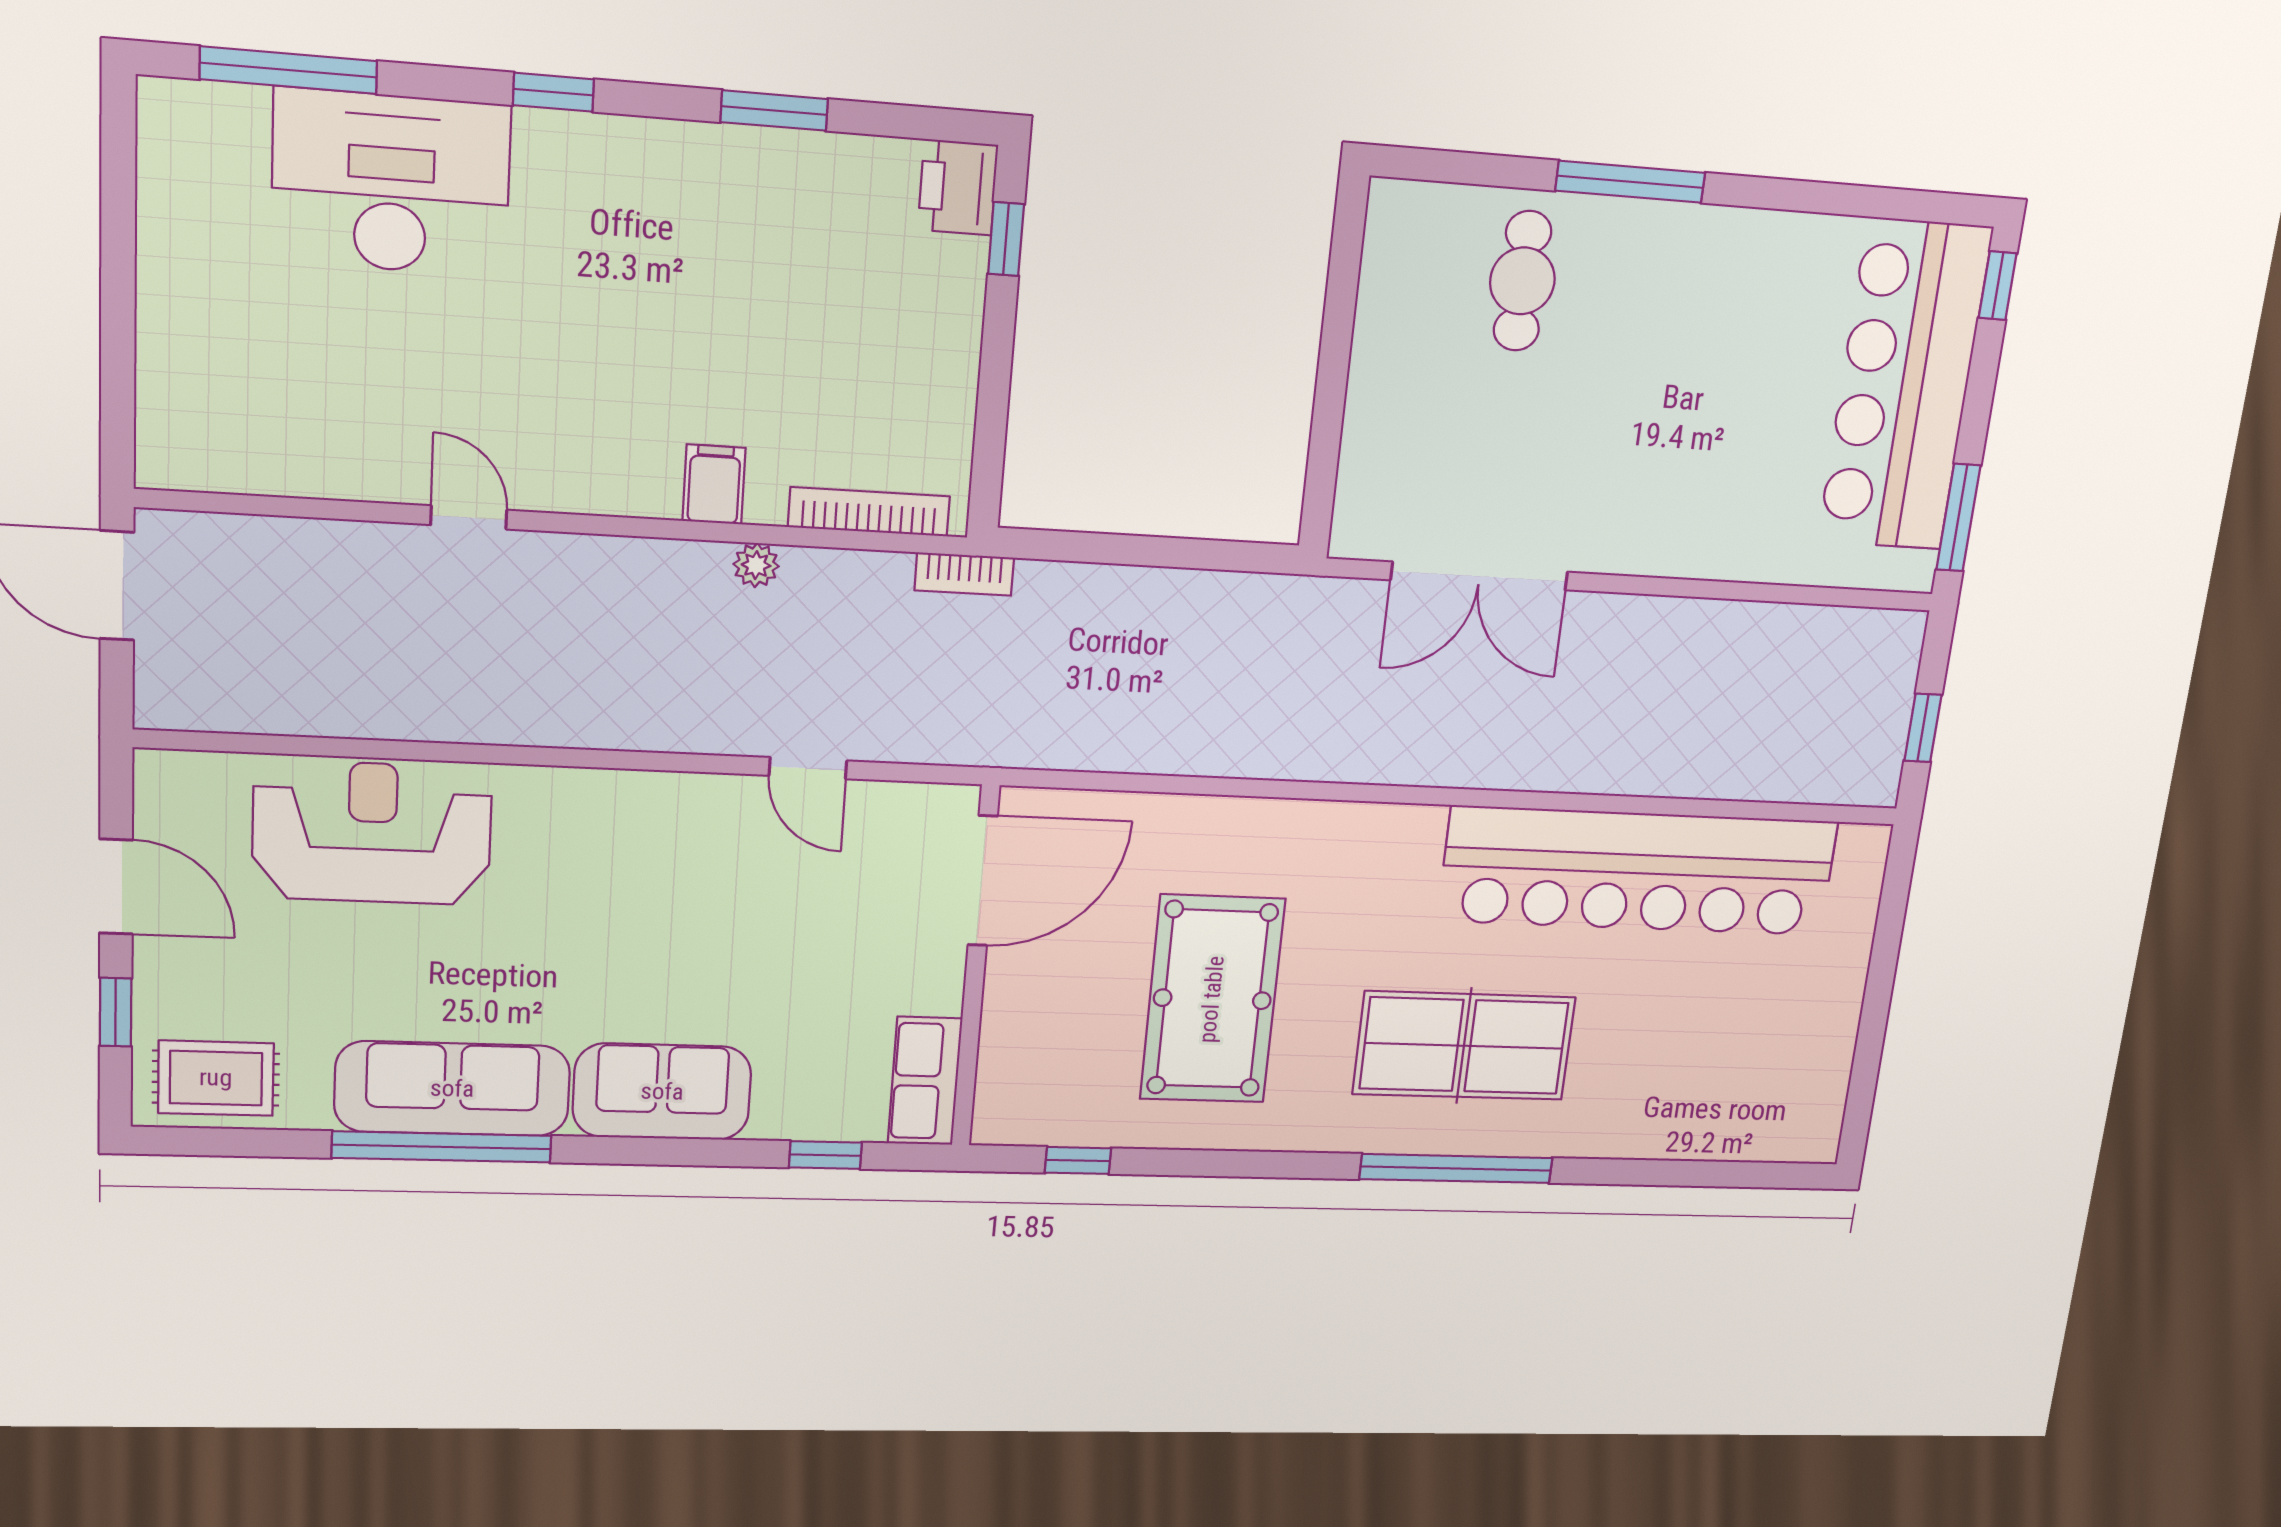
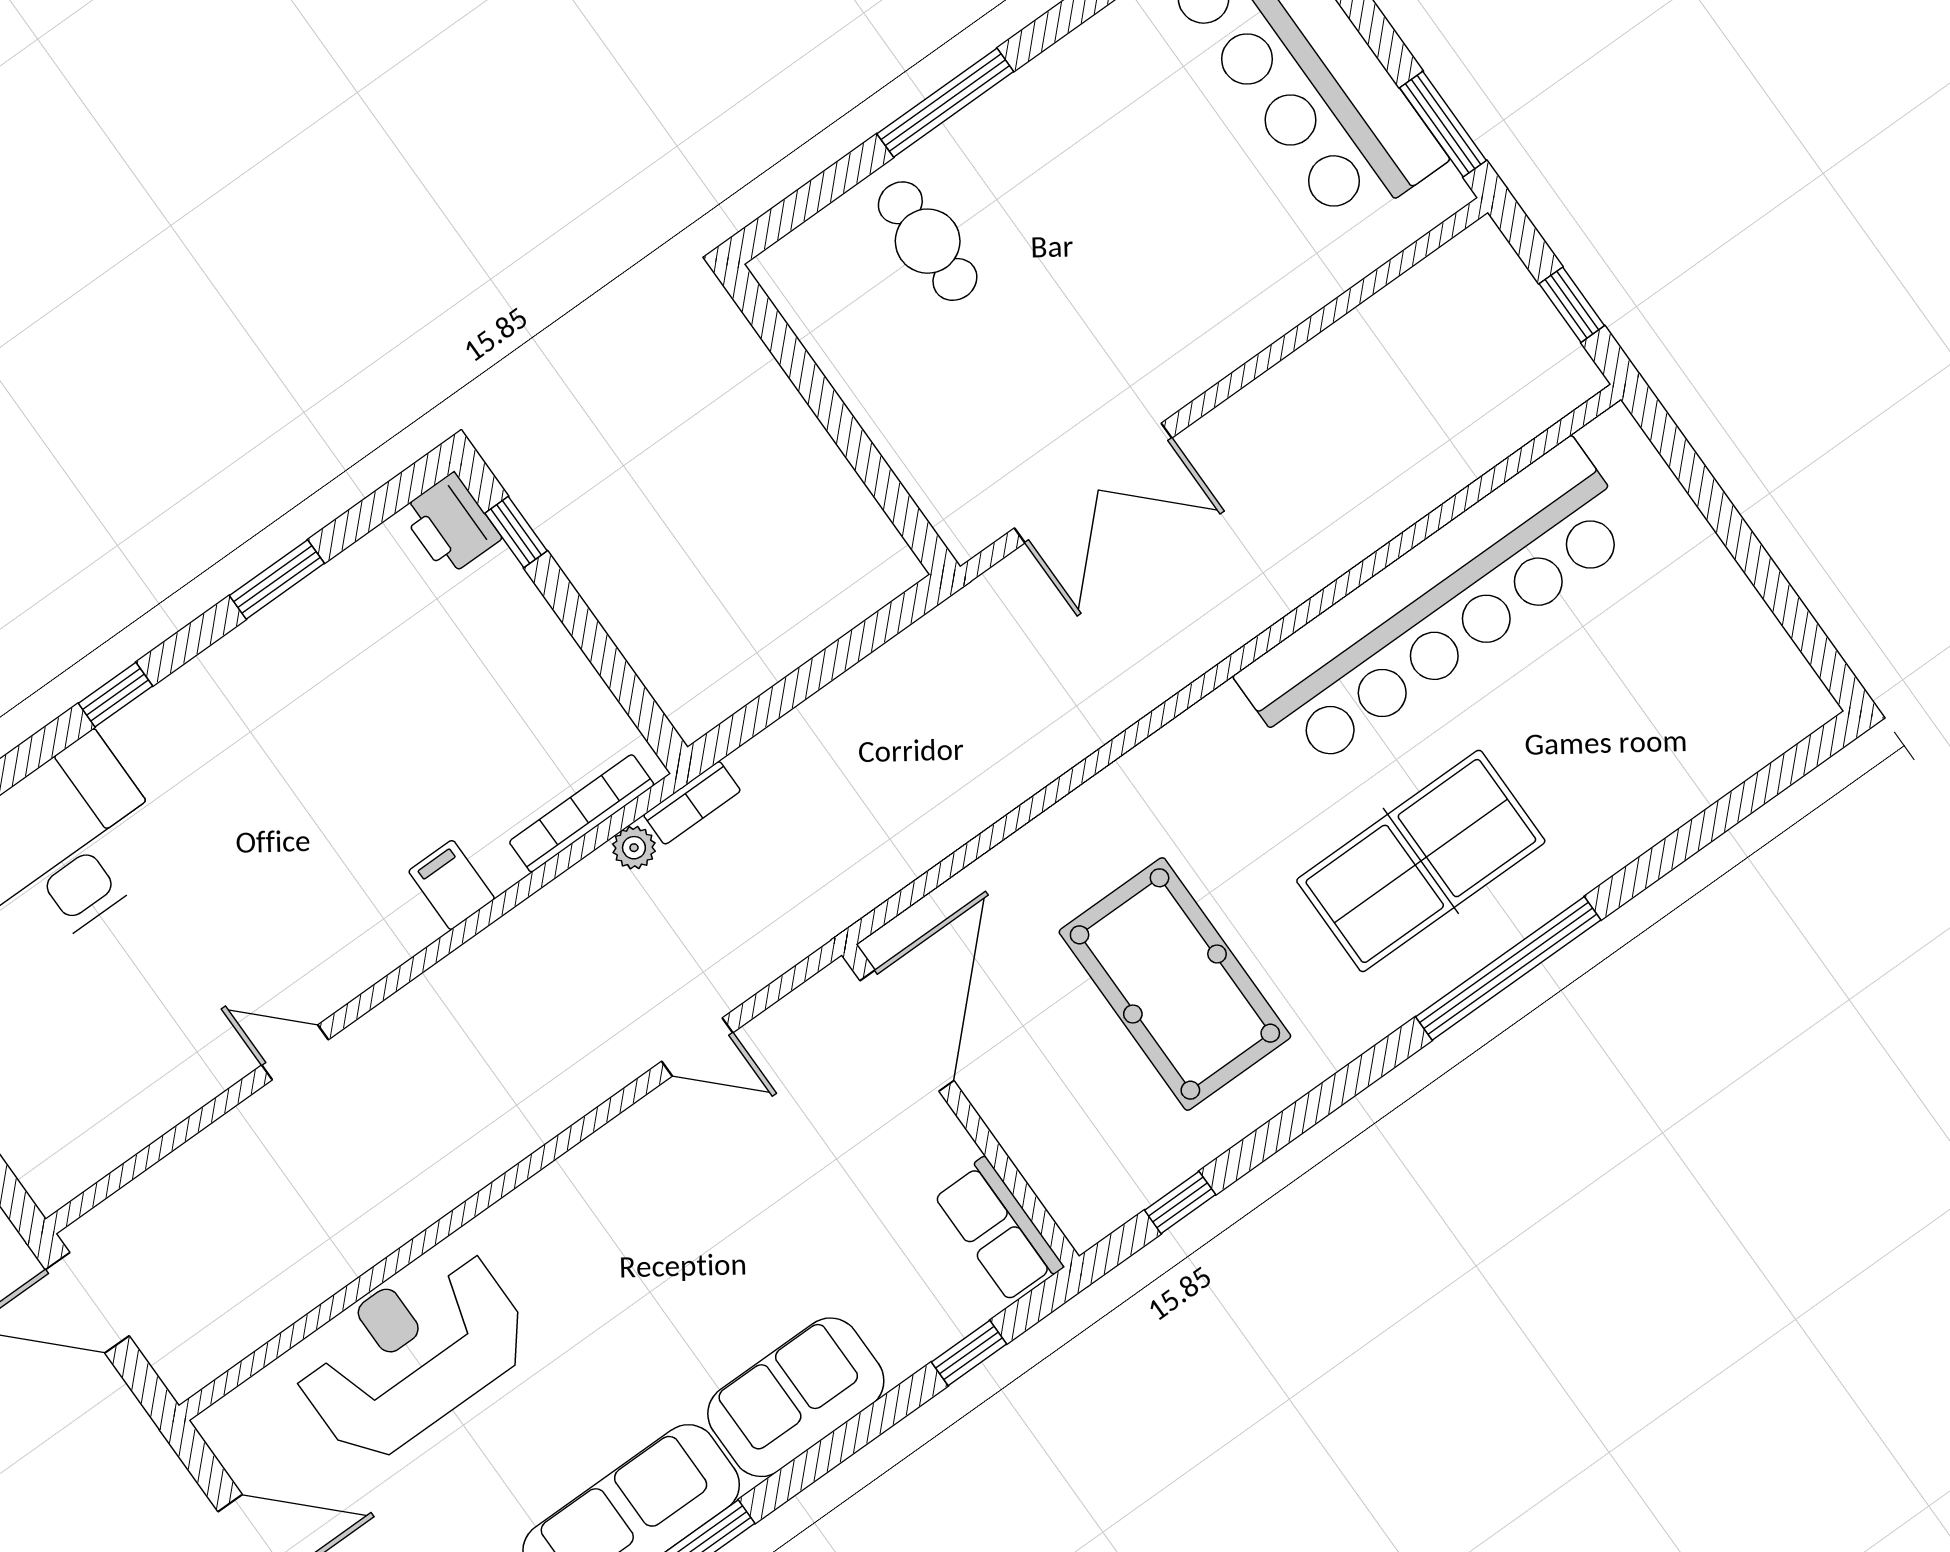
plant: (756, 565) -> (634, 848), moved

